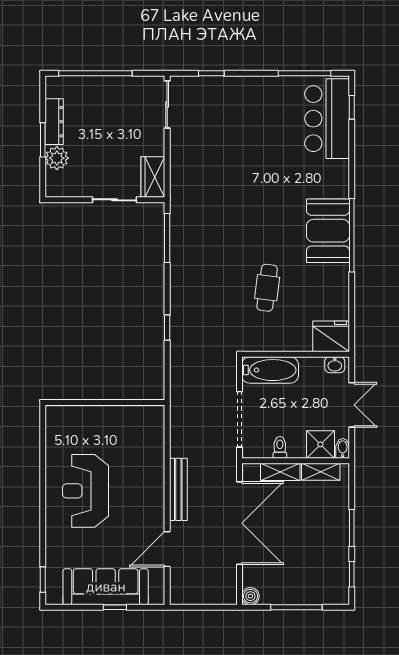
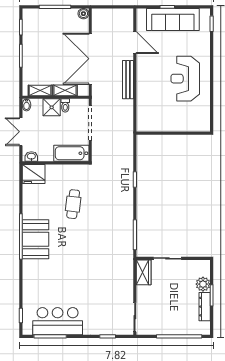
bar counter: (327, 119) -> (58, 321), moved, turned -90
shower: (320, 444) -> (52, 107), moved
reception desk: (86, 491) -> (185, 79), turned 180
door: (167, 549) -> (135, 43), hinge flipped

